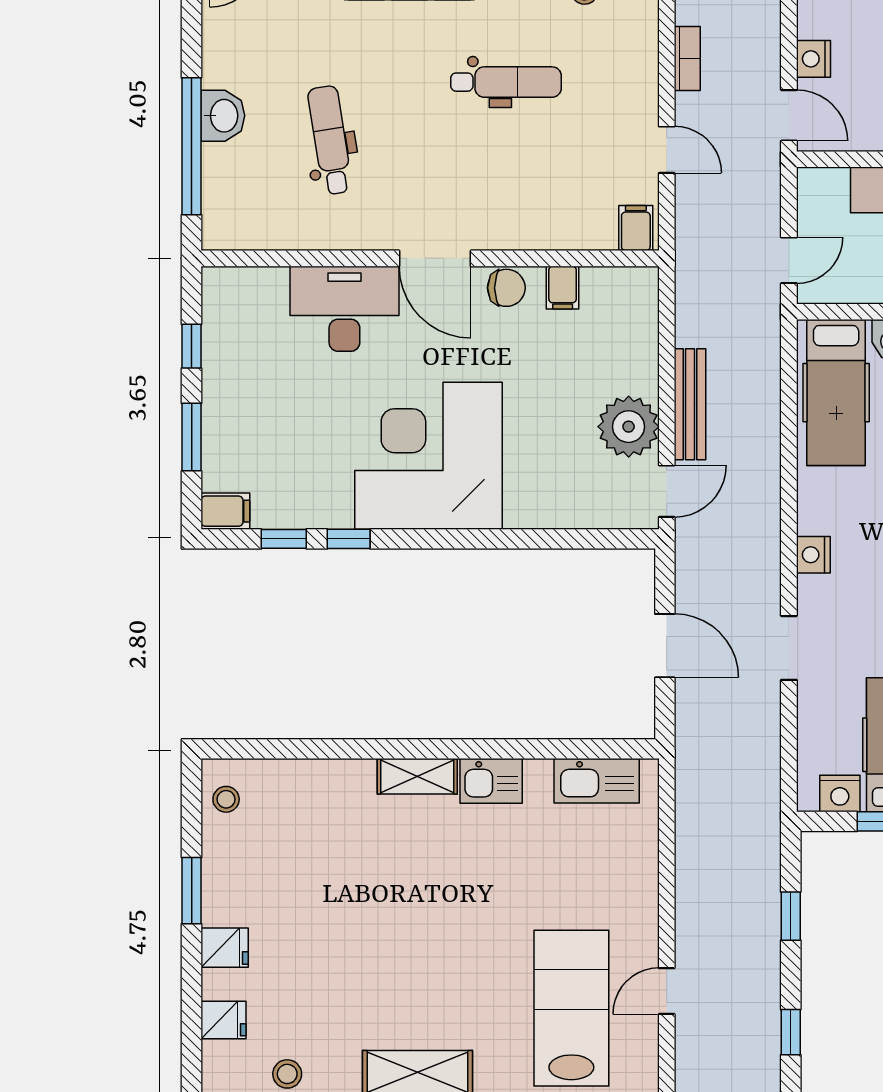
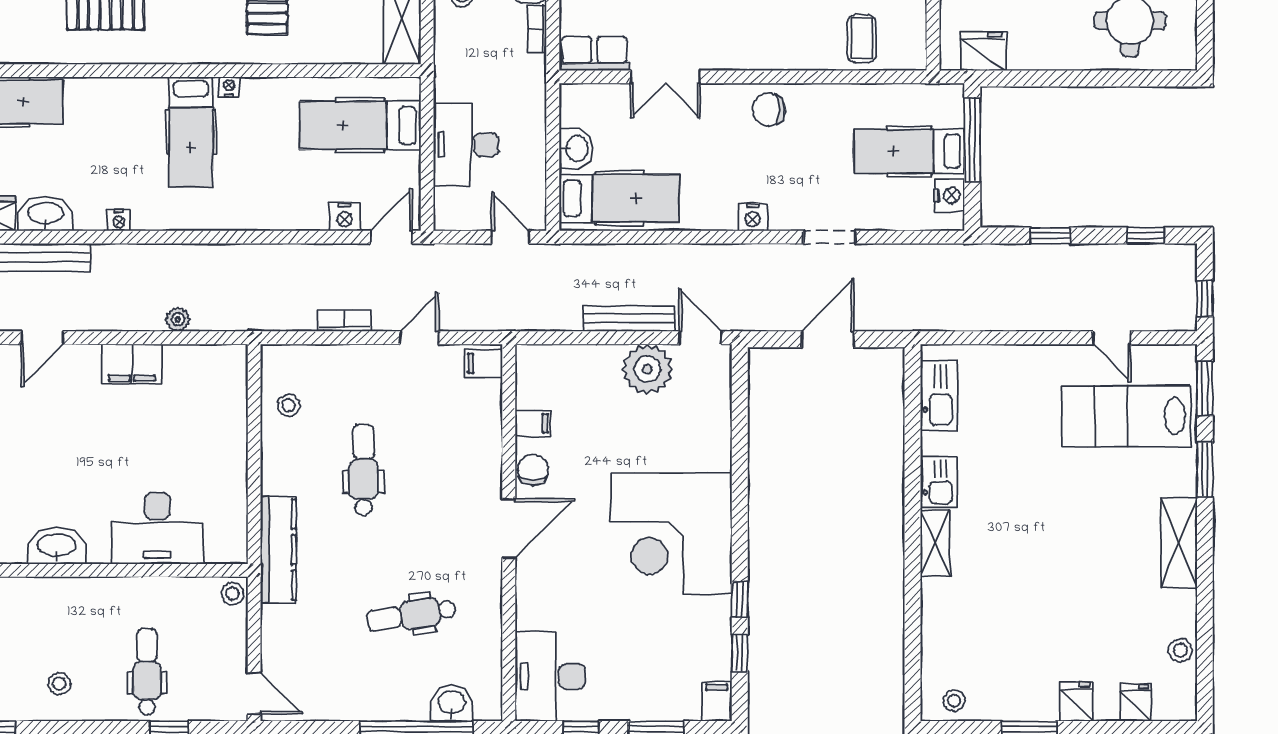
washbasin: (223, 116) -> (452, 703), moved
desk: (344, 309) -> (550, 676), moved

